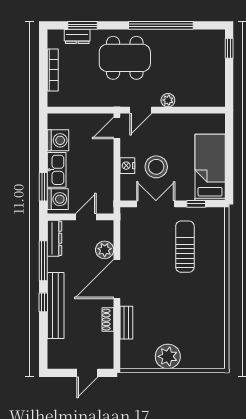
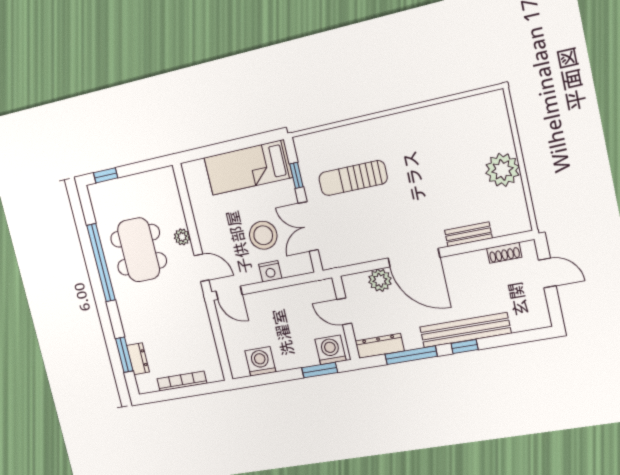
dining table: (125, 58) -> (139, 250), moved
kitchen sink: (57, 170) -> (296, 357), removed
shoe rack: (108, 320) -> (504, 253), moved

